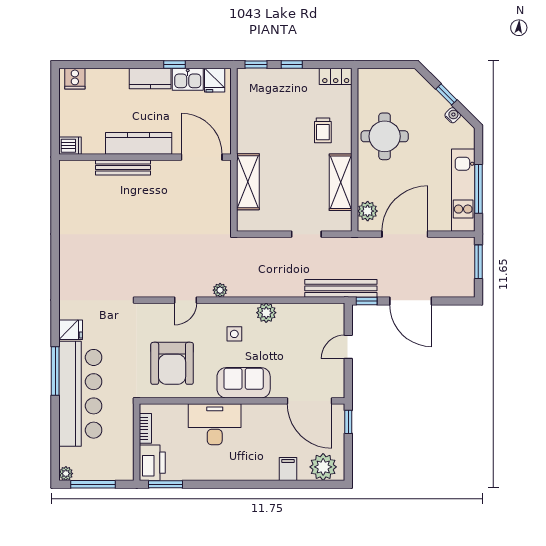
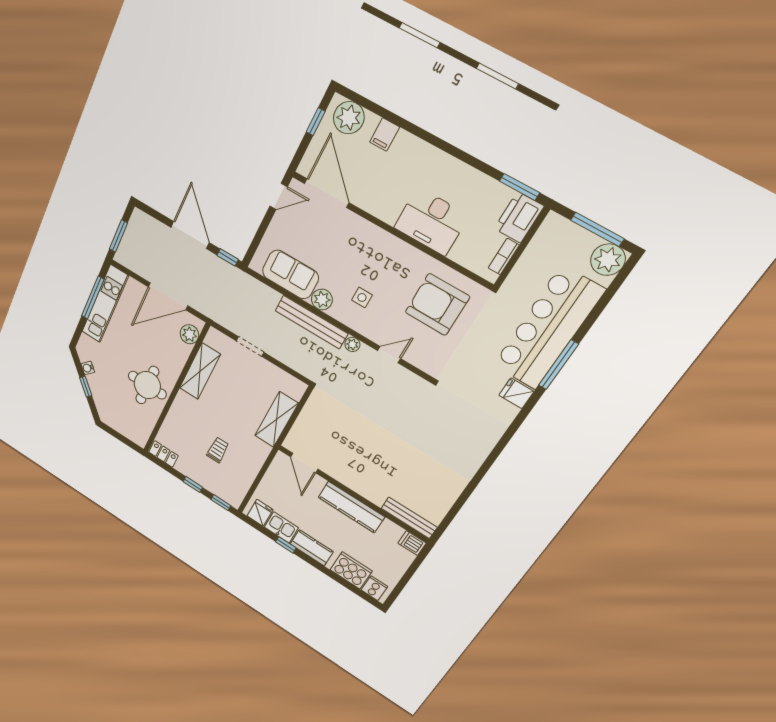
cooker: (104, 81) -> (351, 570), added
trolley: (323, 130) -> (218, 450), moved
door: (202, 157) -> (304, 463), width x0.73
bench: (123, 168) -> (409, 518), moved
bench: (341, 288) -> (311, 322), moved
door: (348, 347) -> (279, 196), moved
armchair: (172, 363) -> (437, 305), turned -90
sofa: (244, 383) -> (290, 274), moved, turned 180
window: (348, 422) -> (316, 122), moved
plant: (66, 474) -> (608, 260), width x1.88, depth x1.88

